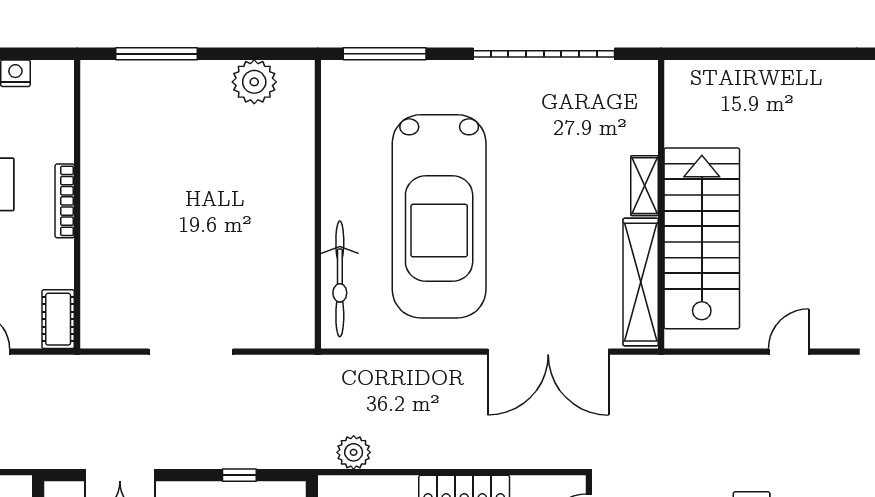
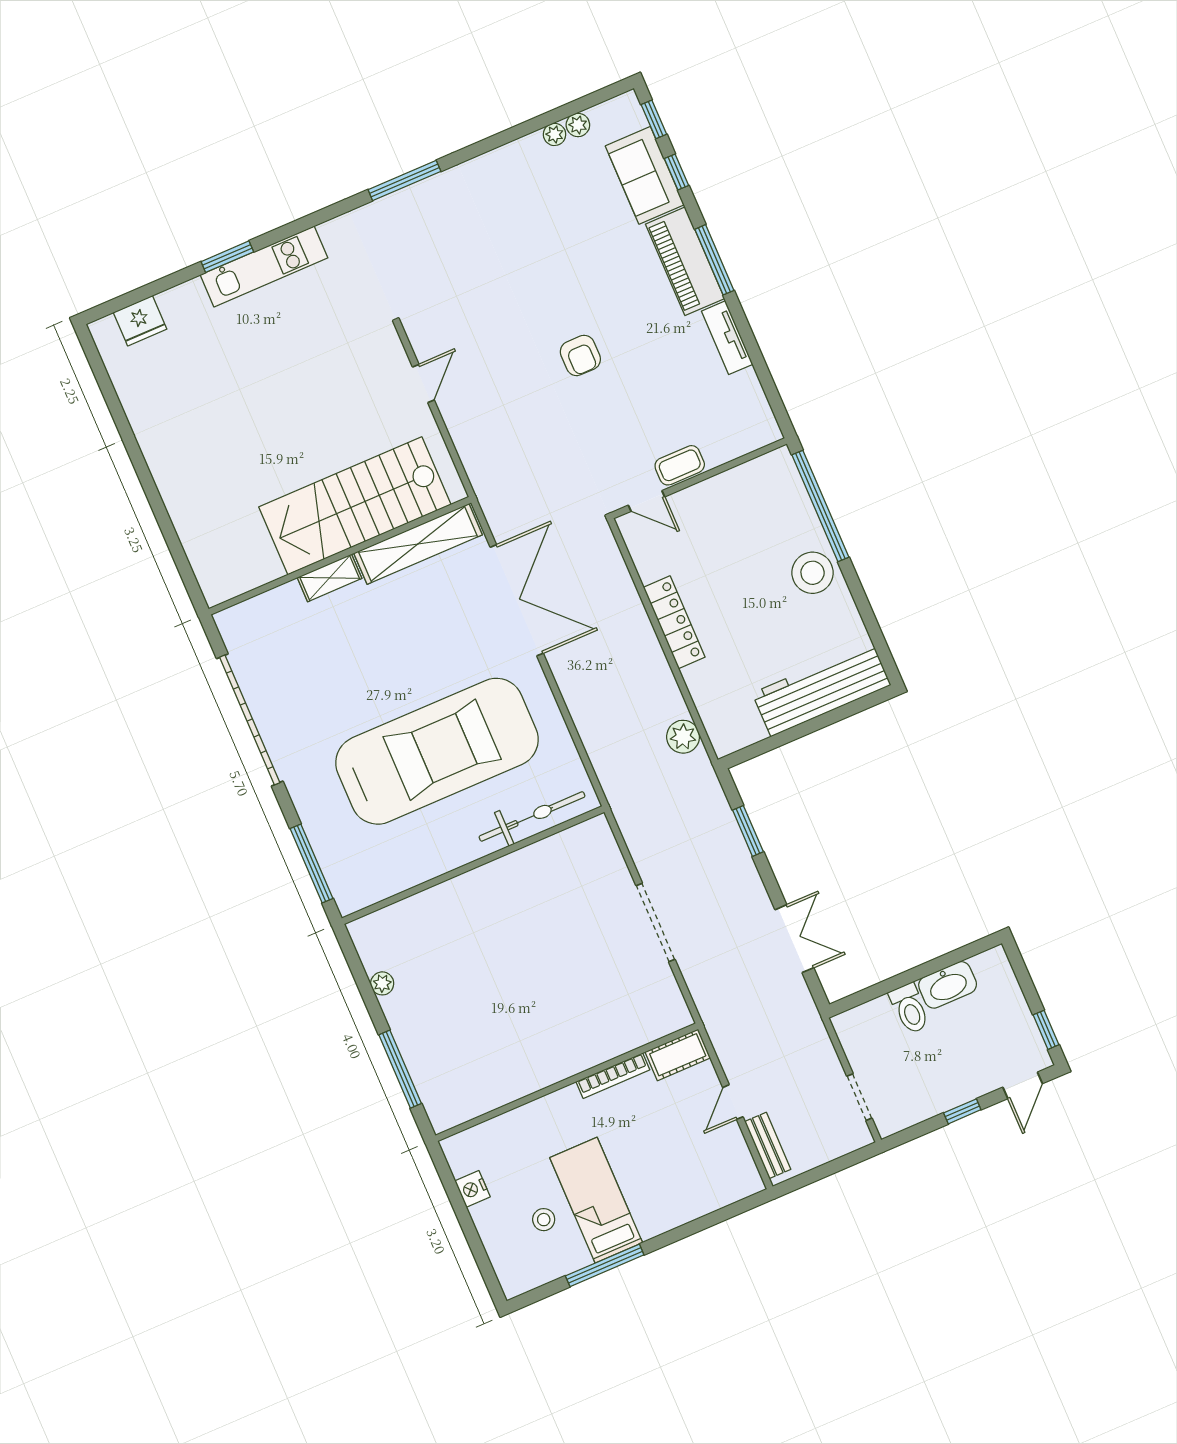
plant: (254, 82) -> (382, 983), width x0.53, depth x0.53
bookcase: (65, 201) -> (613, 1076), moved
door: (789, 352) -> (423, 384), swing flipped
window: (239, 475) -> (748, 831), width x1.50

